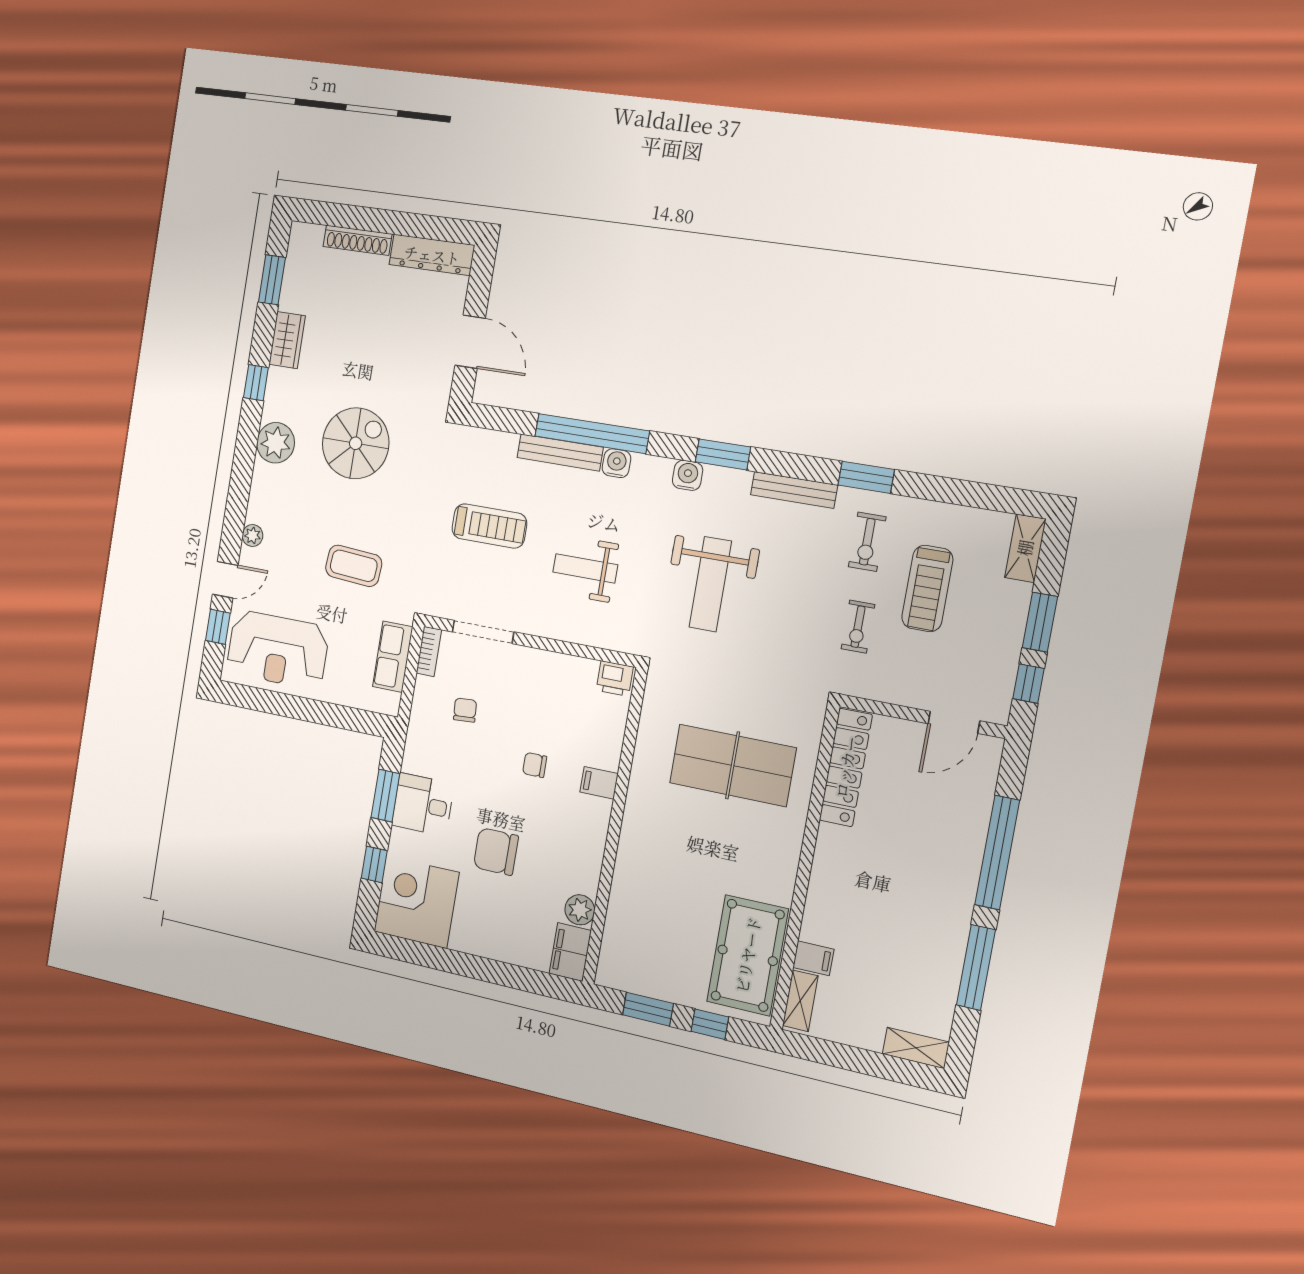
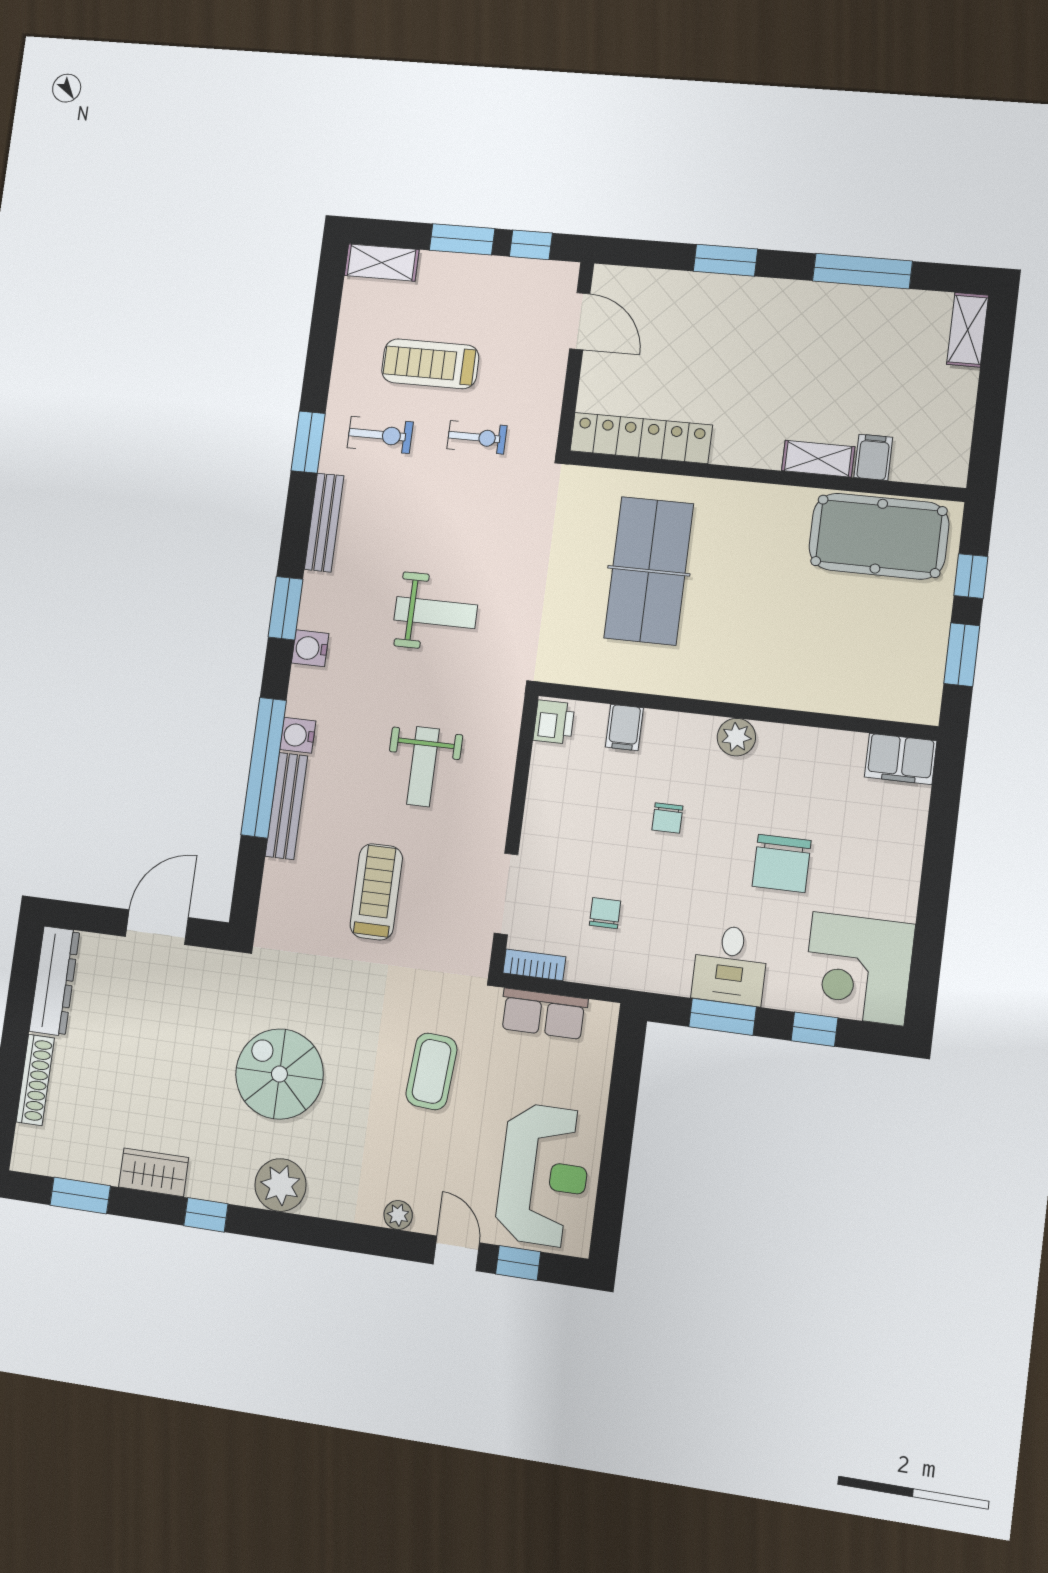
weight bench: (710, 584) -> (436, 613), width x0.73, depth x0.75
treadmill: (927, 588) -> (430, 364), turned 180
chair: (465, 710) -> (605, 913), turned 94
filing cabinet: (599, 783) -> (624, 727), moved
window: (997, 852) -> (725, 260), width x0.47
plant: (580, 910) -> (736, 737), moved
shelving: (800, 1001) -> (818, 459), moved

